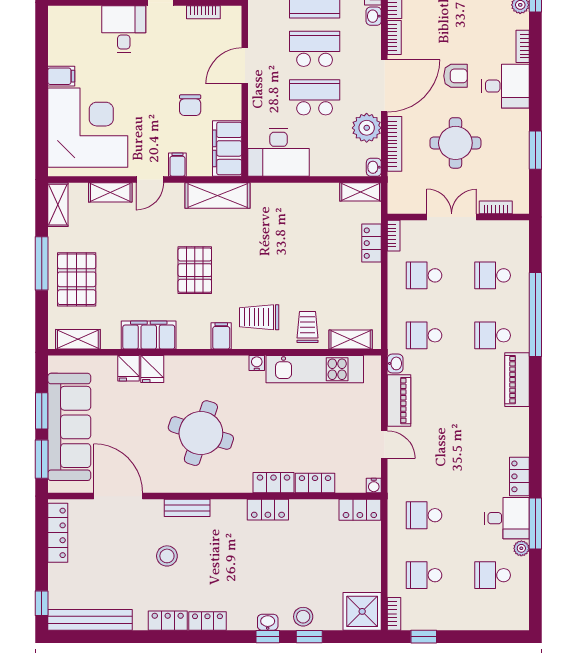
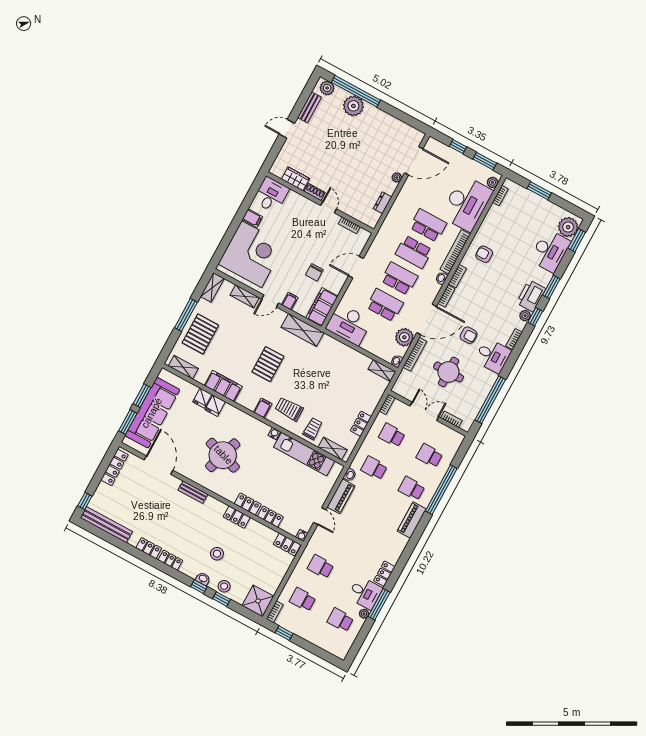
desk: (124, 29) -> (271, 195), moved
window: (535, 150) -> (490, 400), width x2.11
locker: (372, 243) -> (361, 424), moved
stool: (167, 556) -> (217, 554), moved

